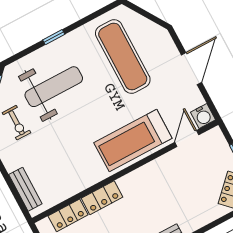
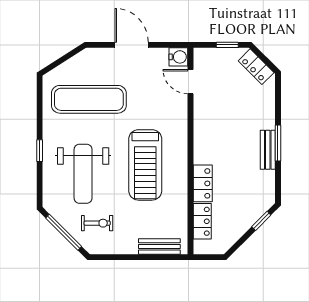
weight bench: (54, 87) -> (83, 174), turned 180
treadmill: (133, 141) -> (145, 165), moved

